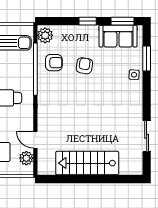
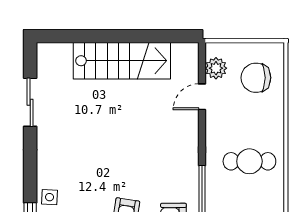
door: (35, 140) -> (202, 97), swing flipped

